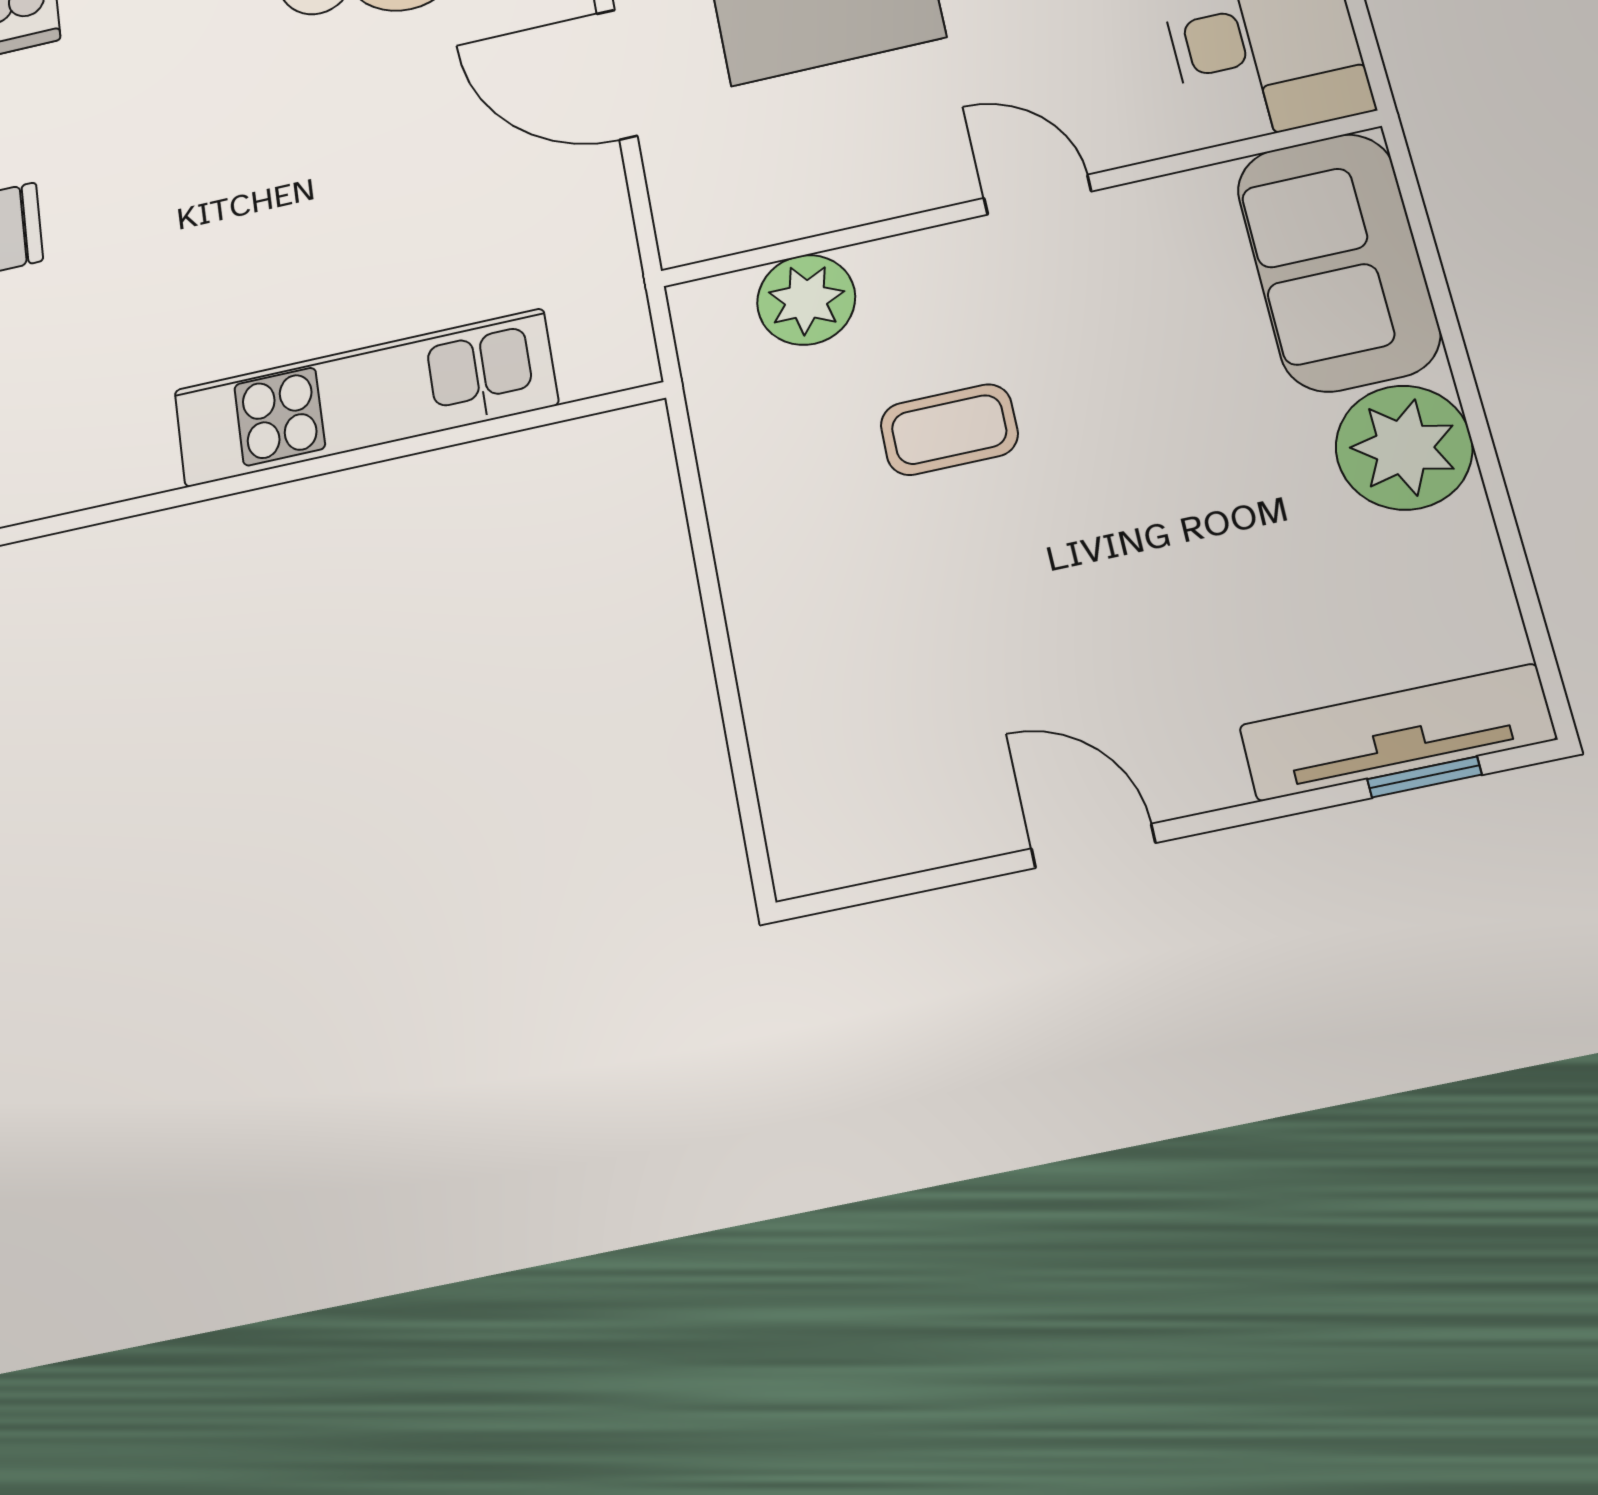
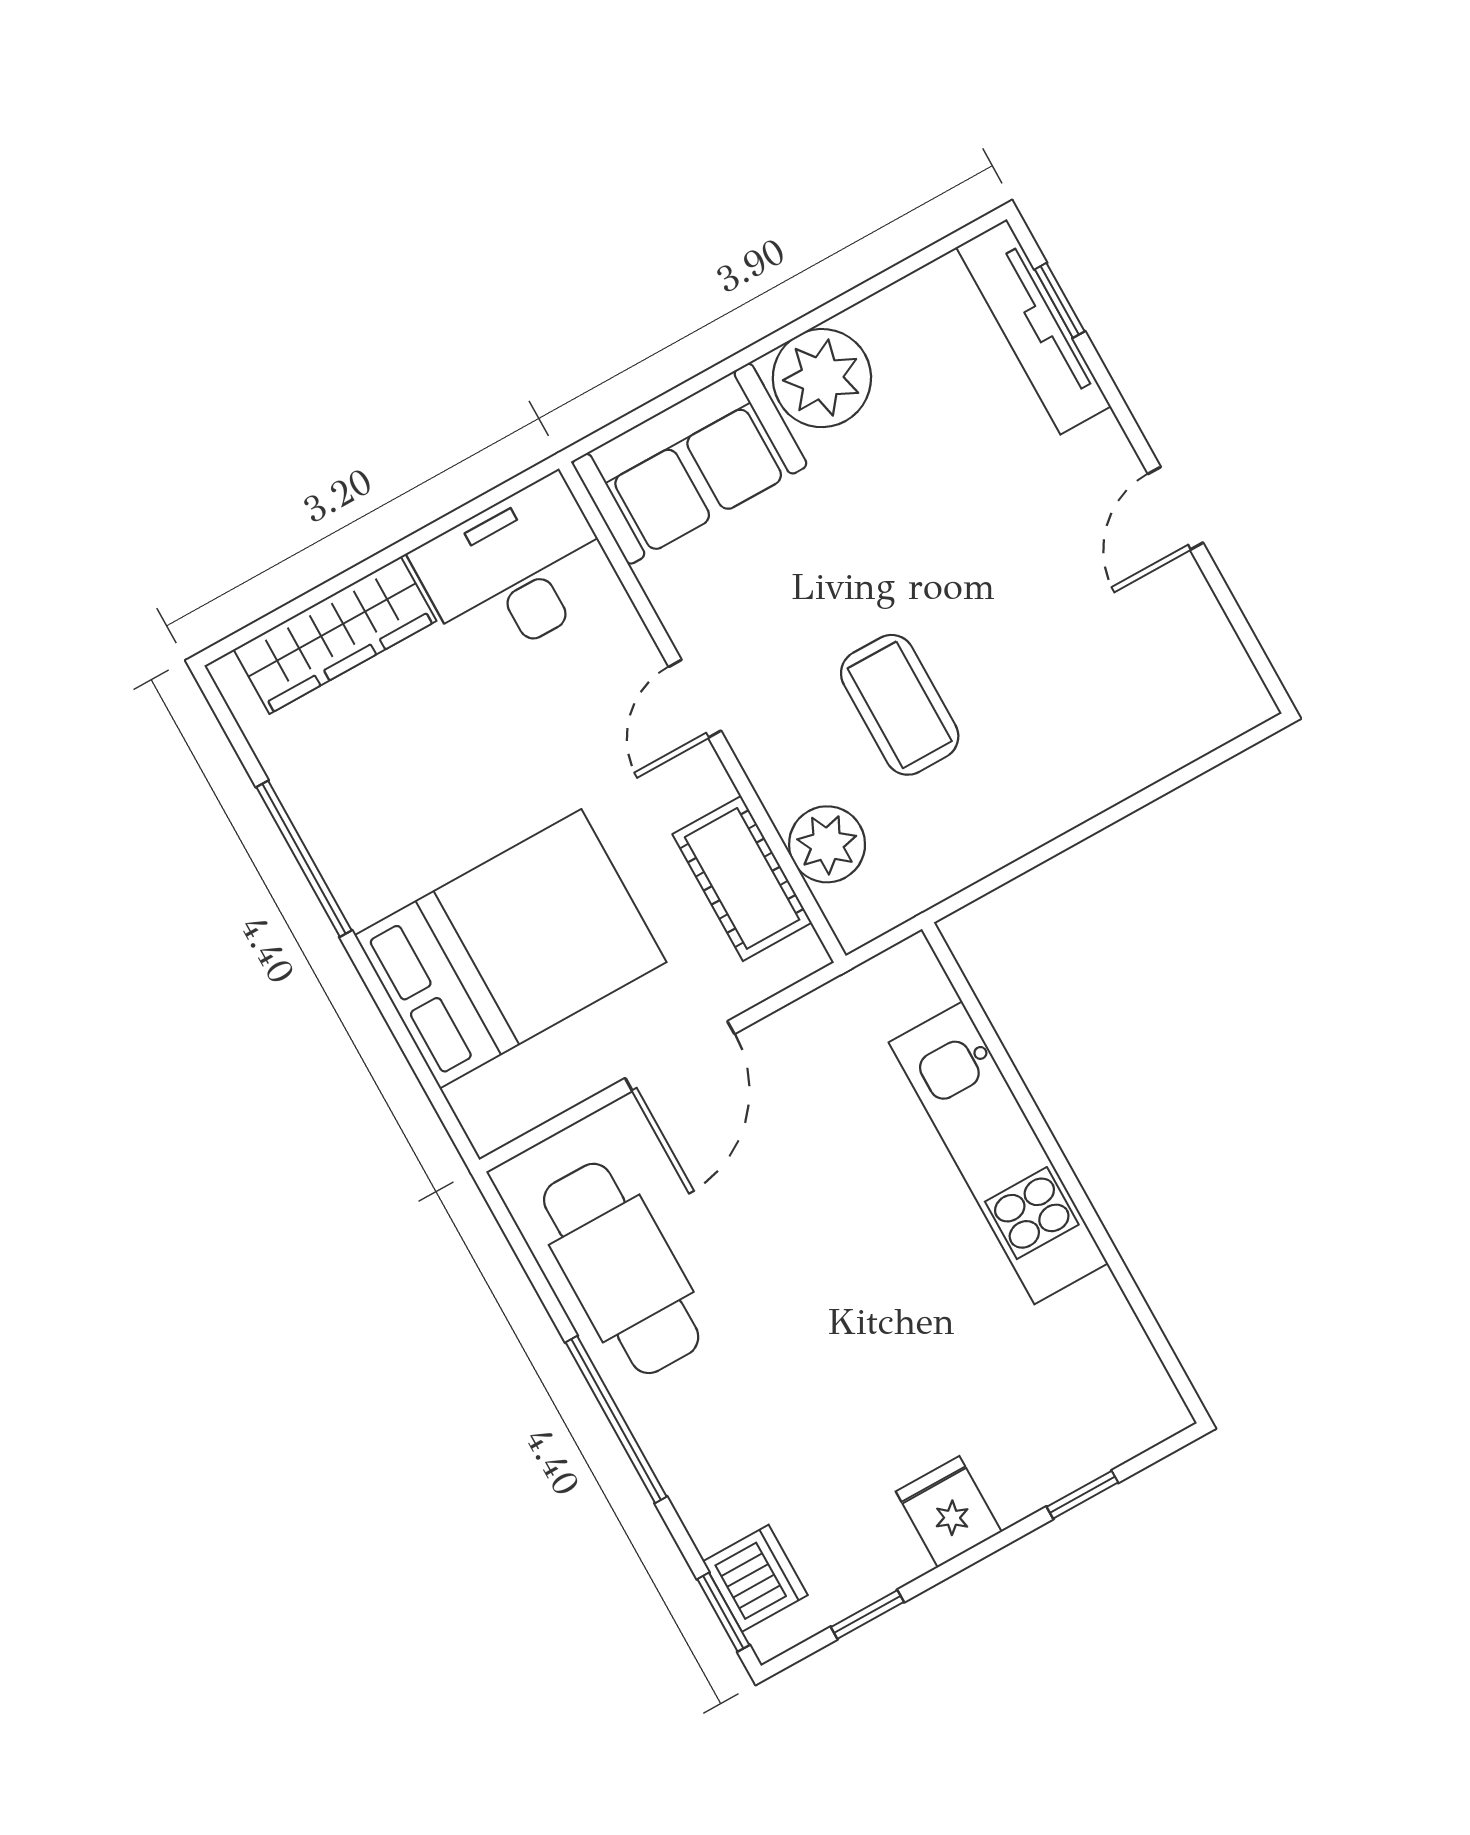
cot: (800, 194) -> (742, 878), added
coffee table: (949, 430) -> (900, 705), width x1.36, depth x1.30

